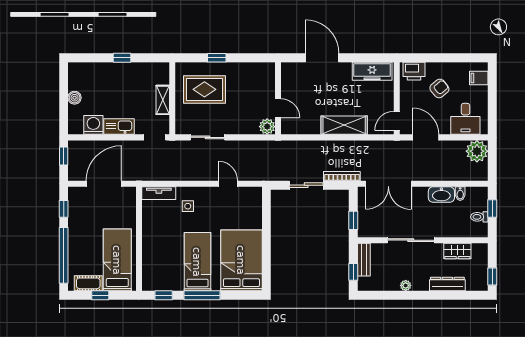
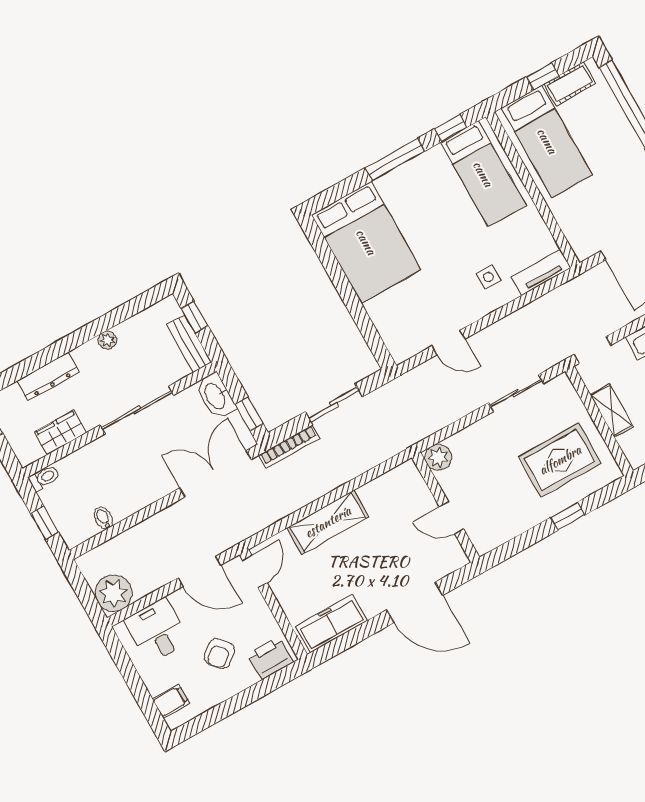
door: (278, 108) -> (452, 518), moved
washbasin: (441, 195) -> (216, 396), moved, turned -90
toilet: (479, 217) -> (44, 478), moved
window: (353, 220) -> (249, 414), moved
bed: (197, 262) -> (483, 174), moved

